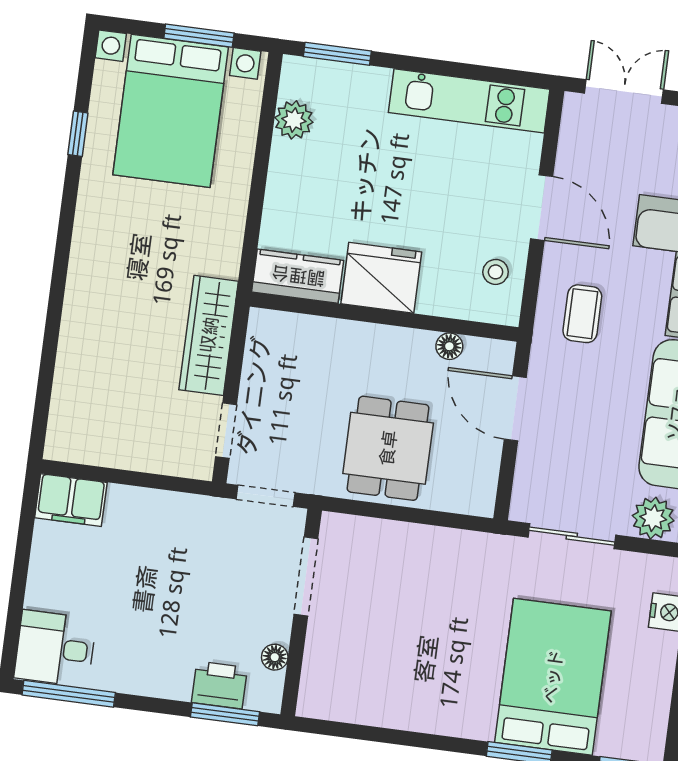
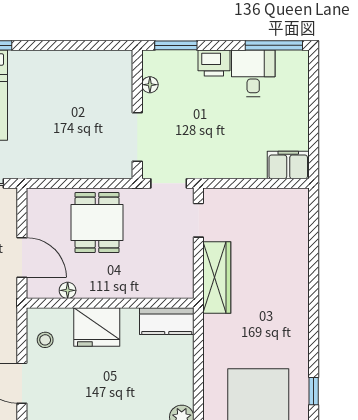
fridge: (381, 278) -> (97, 327), moved
desk: (55, 648) -> (253, 73), moved, turned -90
printer: (219, 685) -> (214, 63), moved

